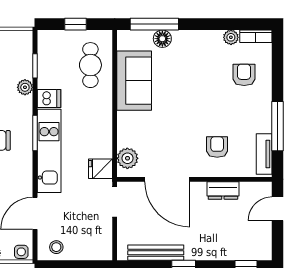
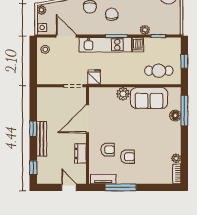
armchair: (244, 75) -> (128, 157), moved
plant: (127, 158) -> (123, 94), moved
bench: (156, 253) -> (42, 139), moved

